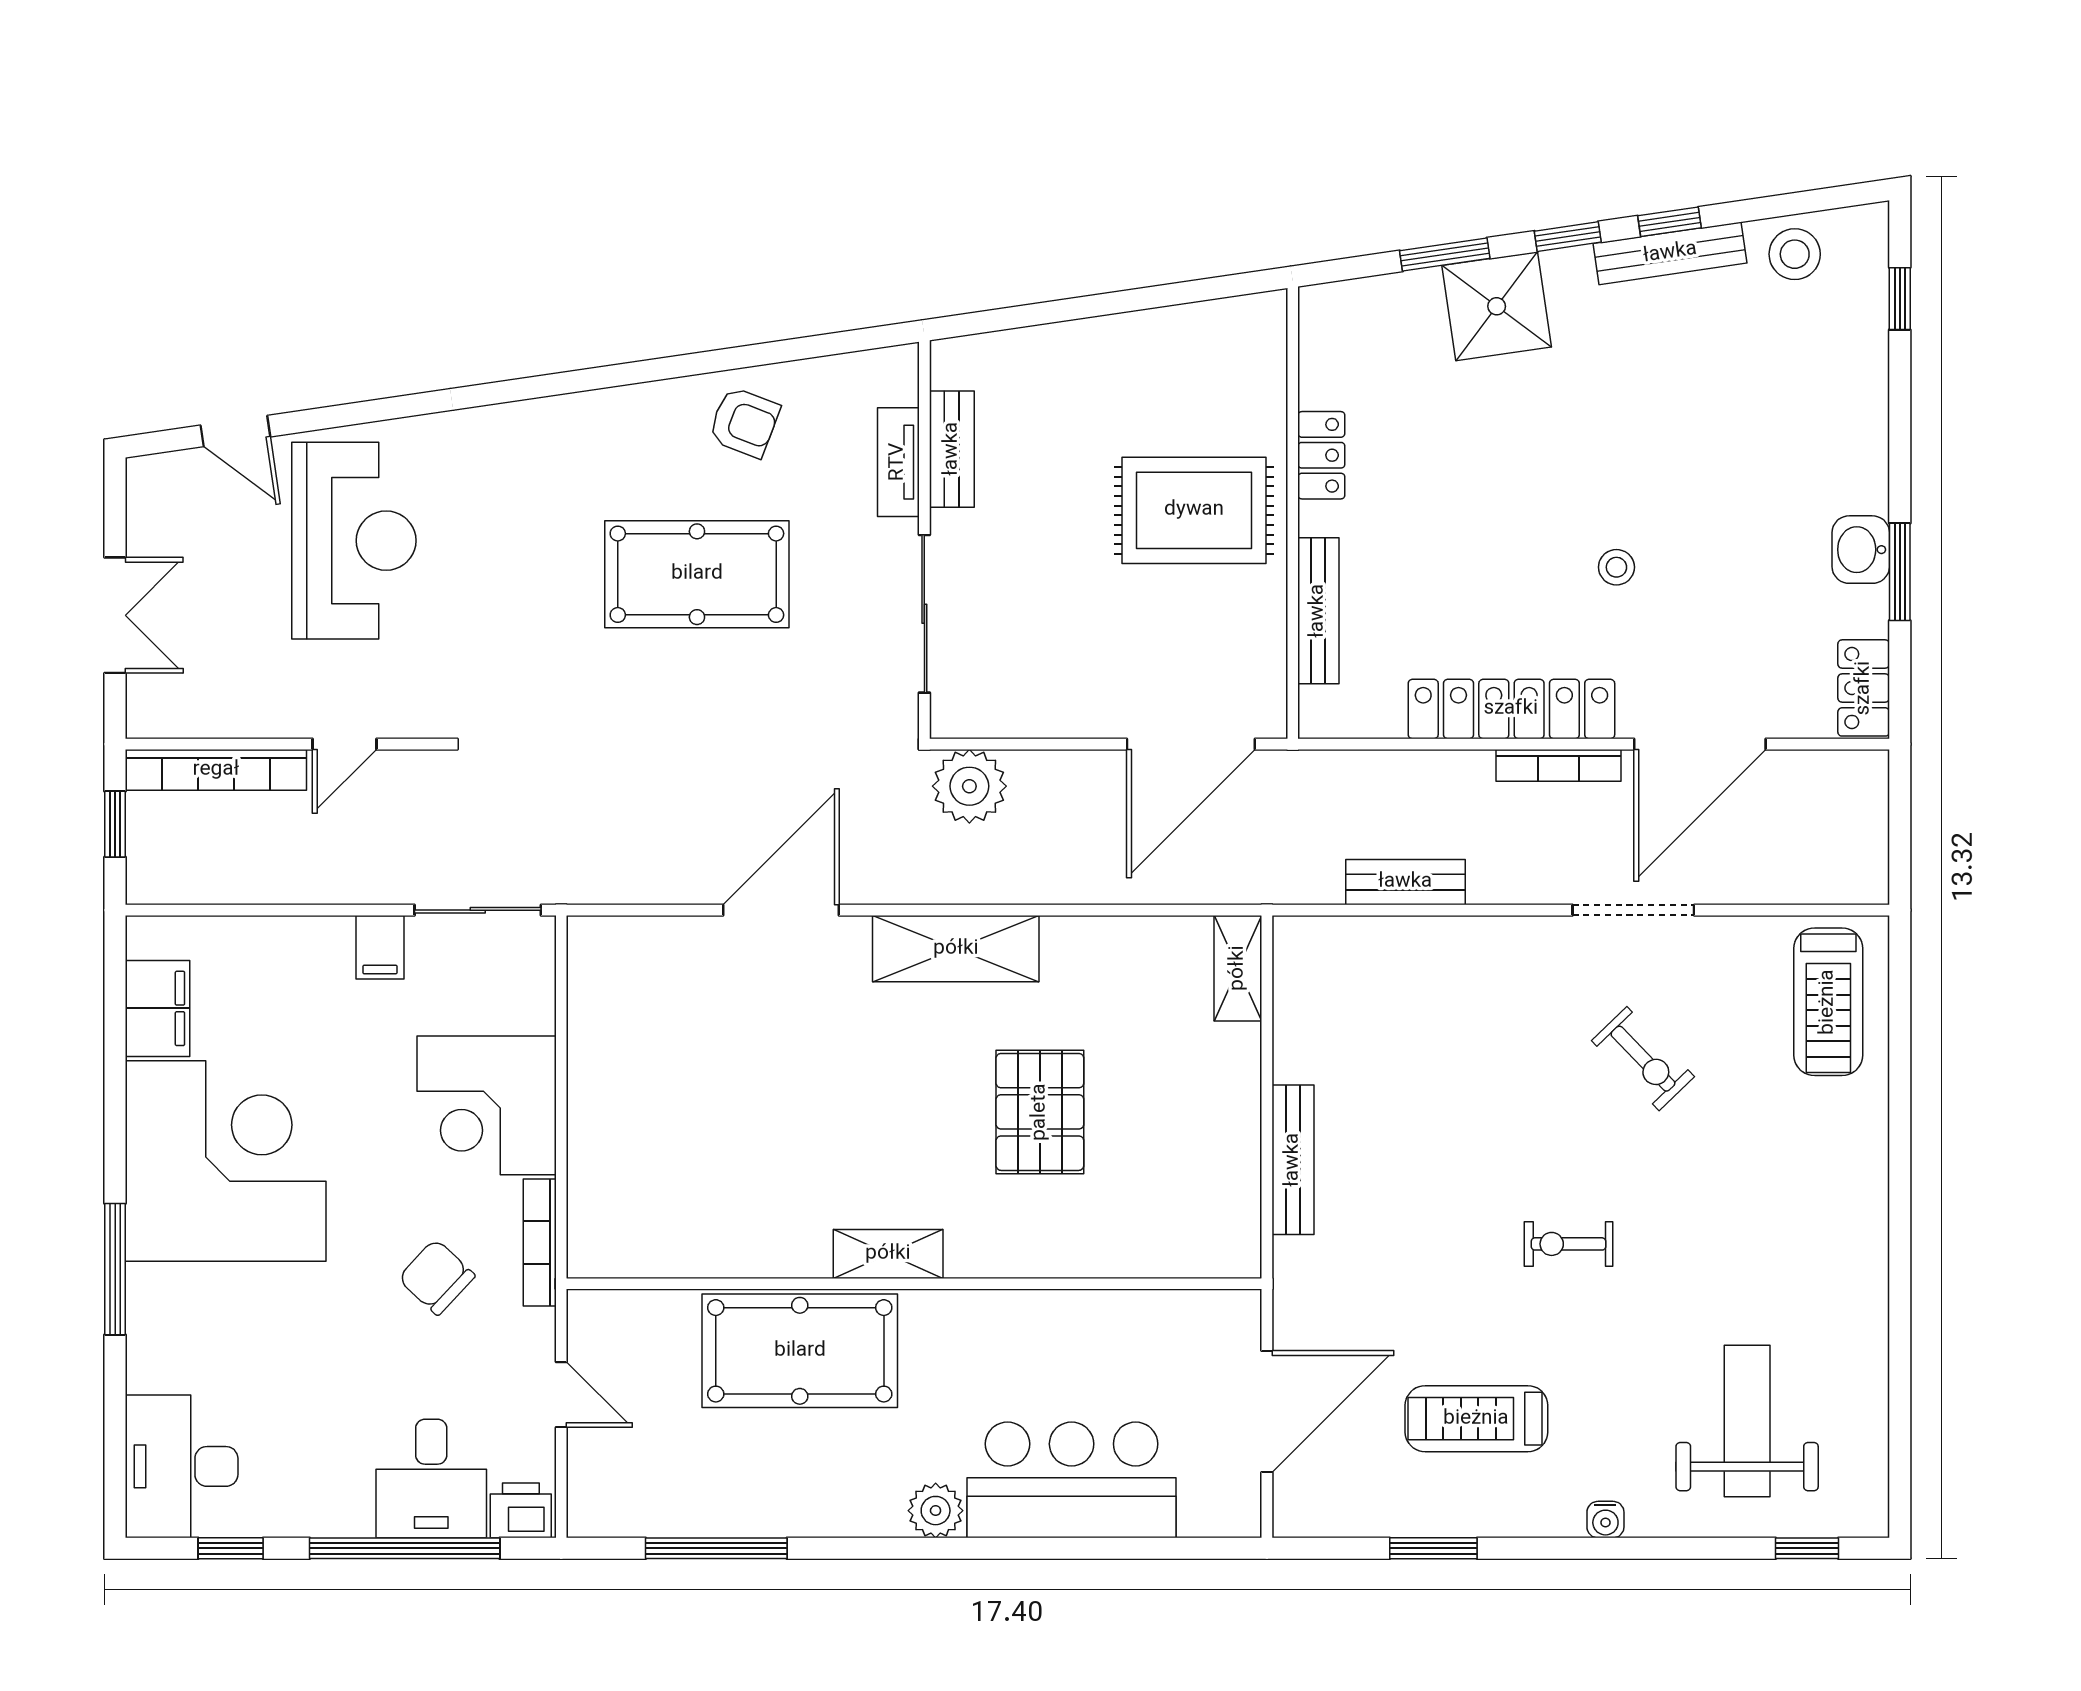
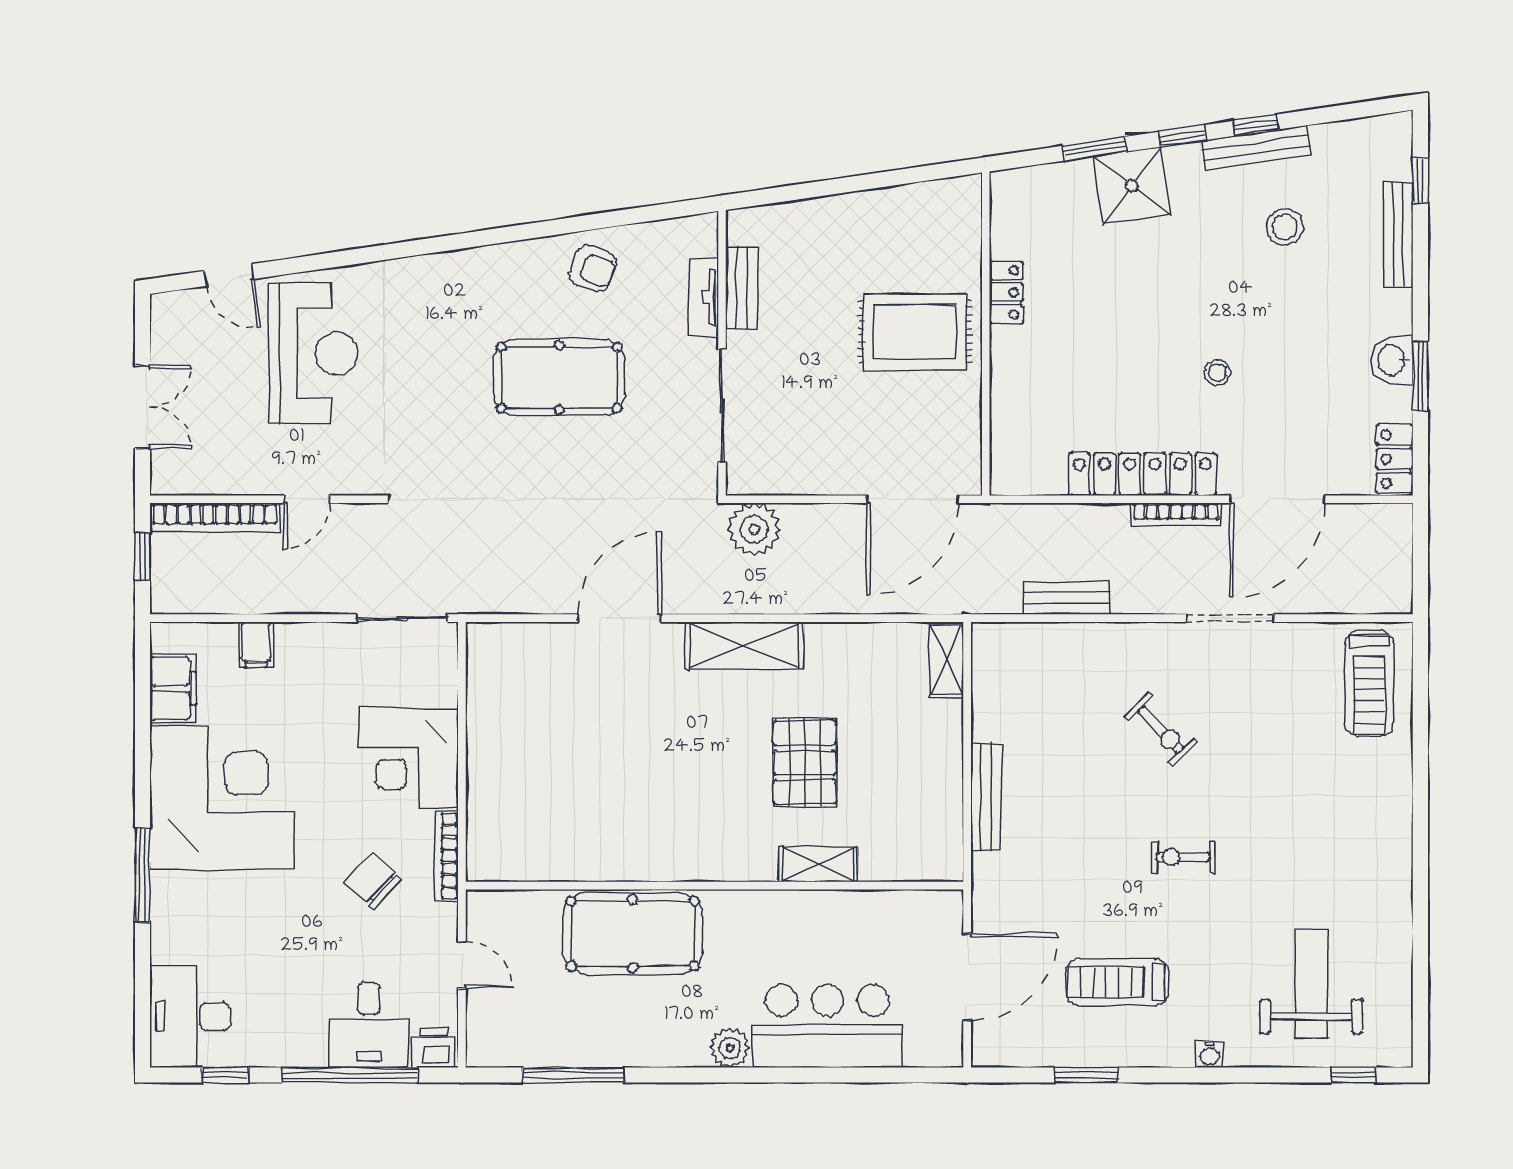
stool: (1795, 254) -> (1285, 227), moved
bench: (1318, 611) -> (1398, 234), moved
filing cabinet: (380, 947) -> (256, 645), moved
exercise bike: (1643, 1059) -> (1161, 730), moved
shelving: (888, 1254) -> (818, 864), moved

